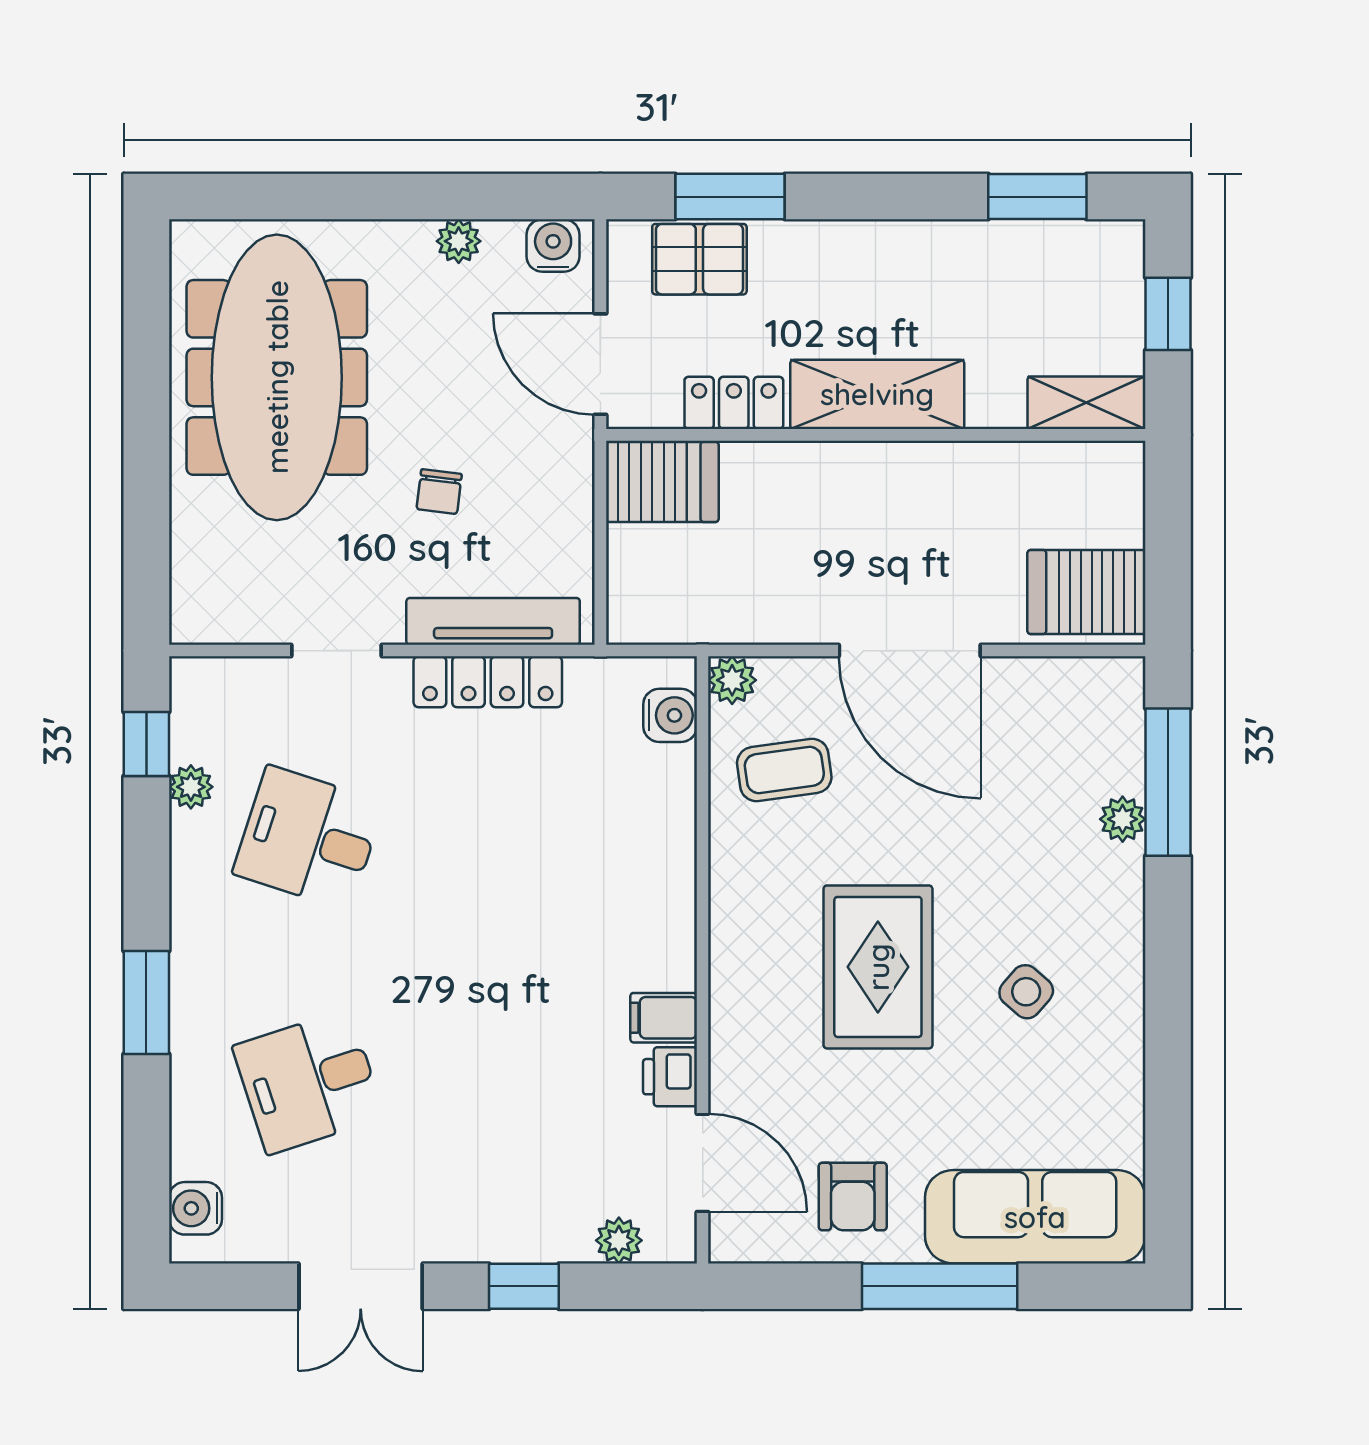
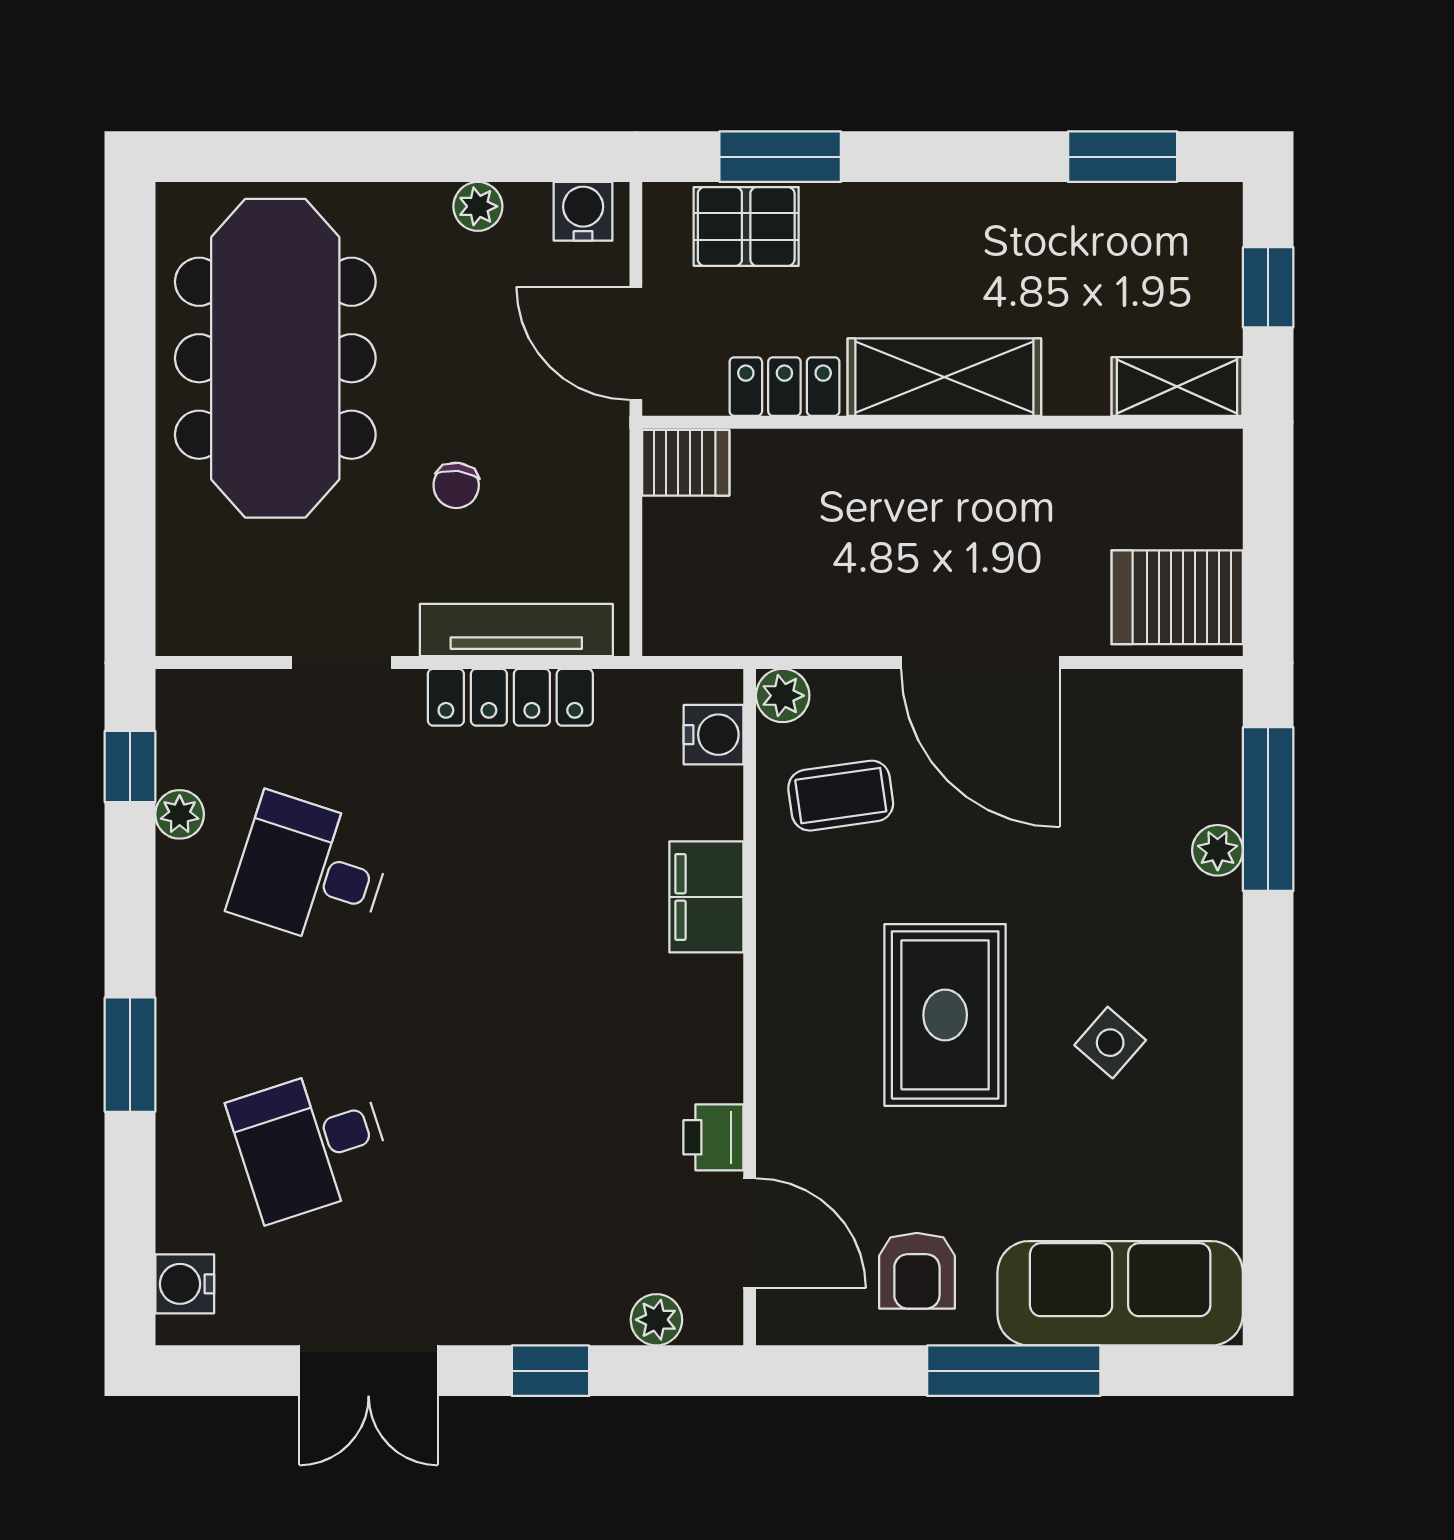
server rack: (662, 482) -> (686, 463), width x0.73, depth x0.70
filing cabinet: (664, 1018) -> (706, 897), moved, width x2.00

